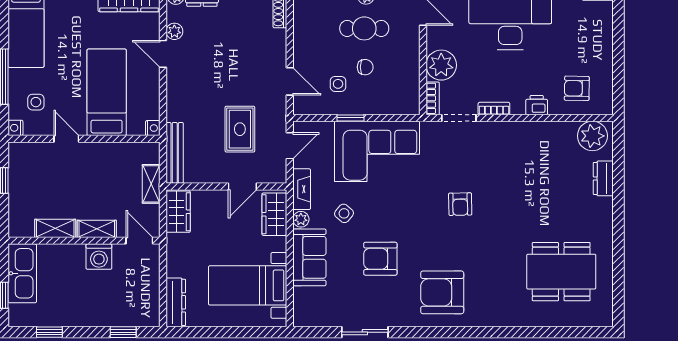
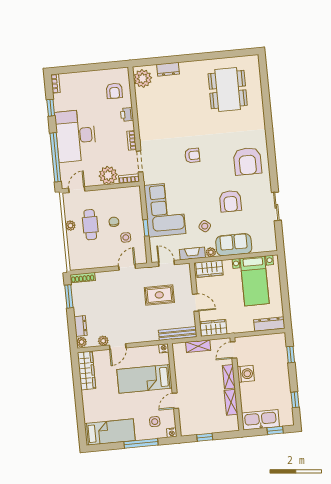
door: (242, 187) -> (196, 303), moved

